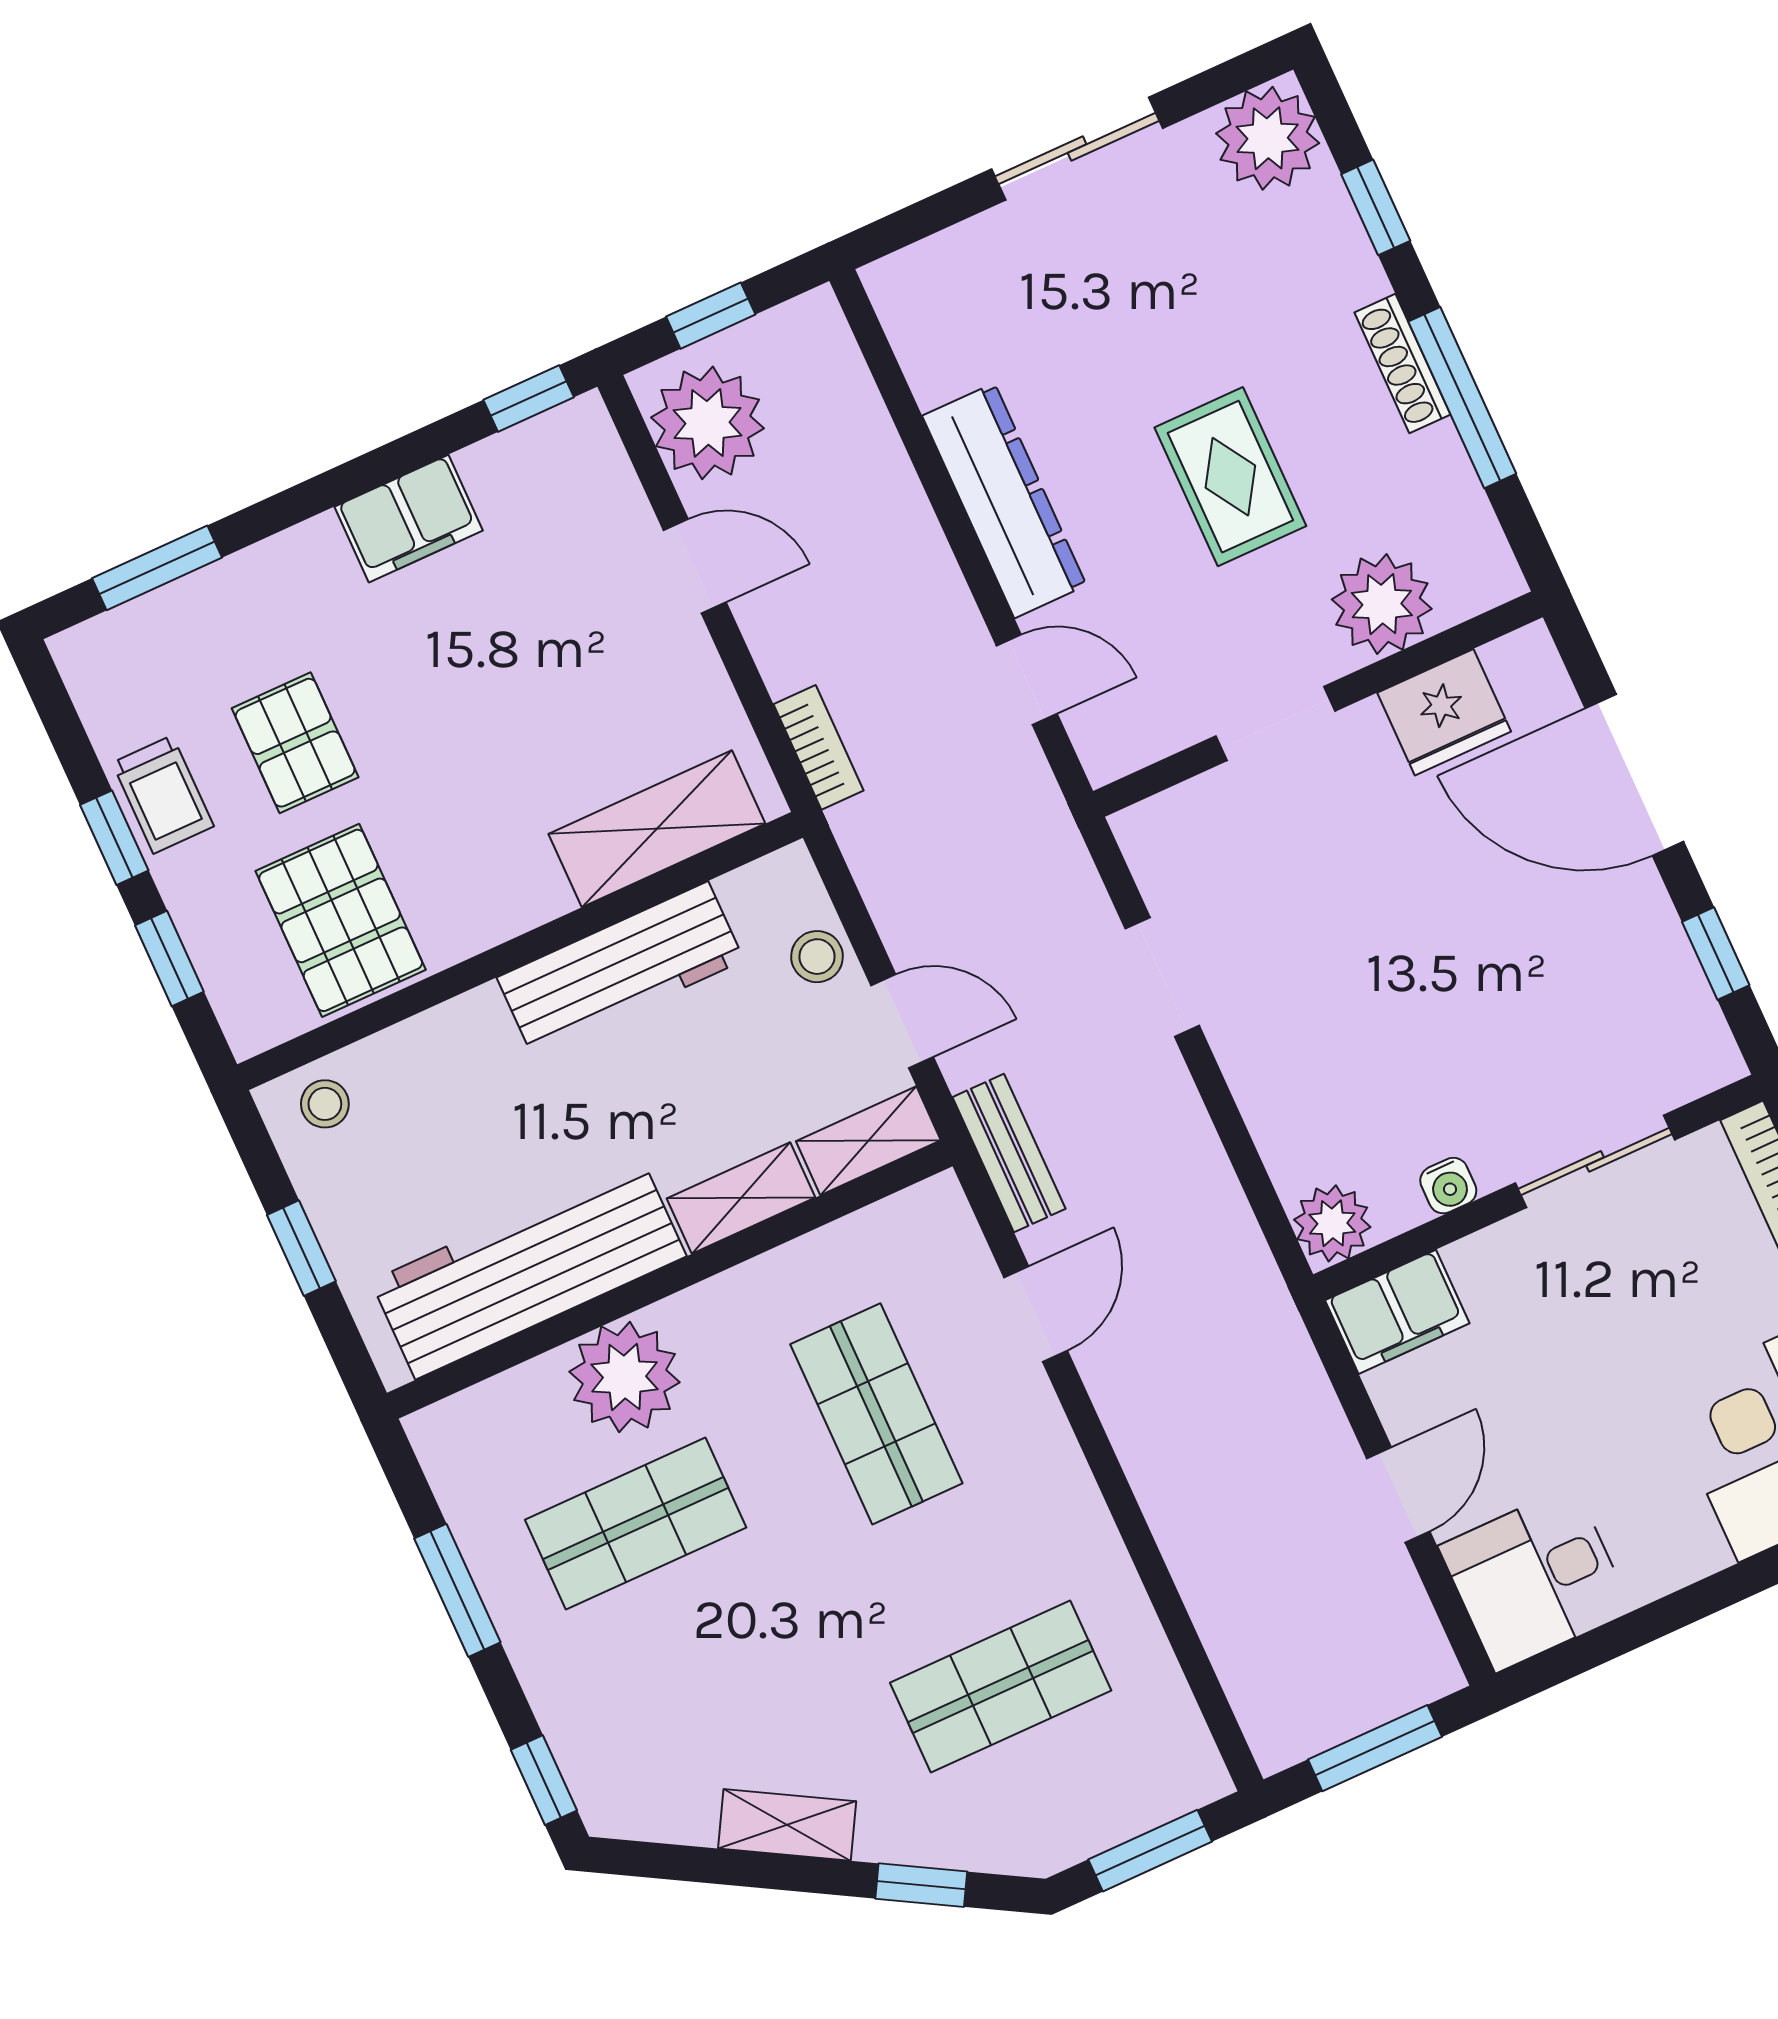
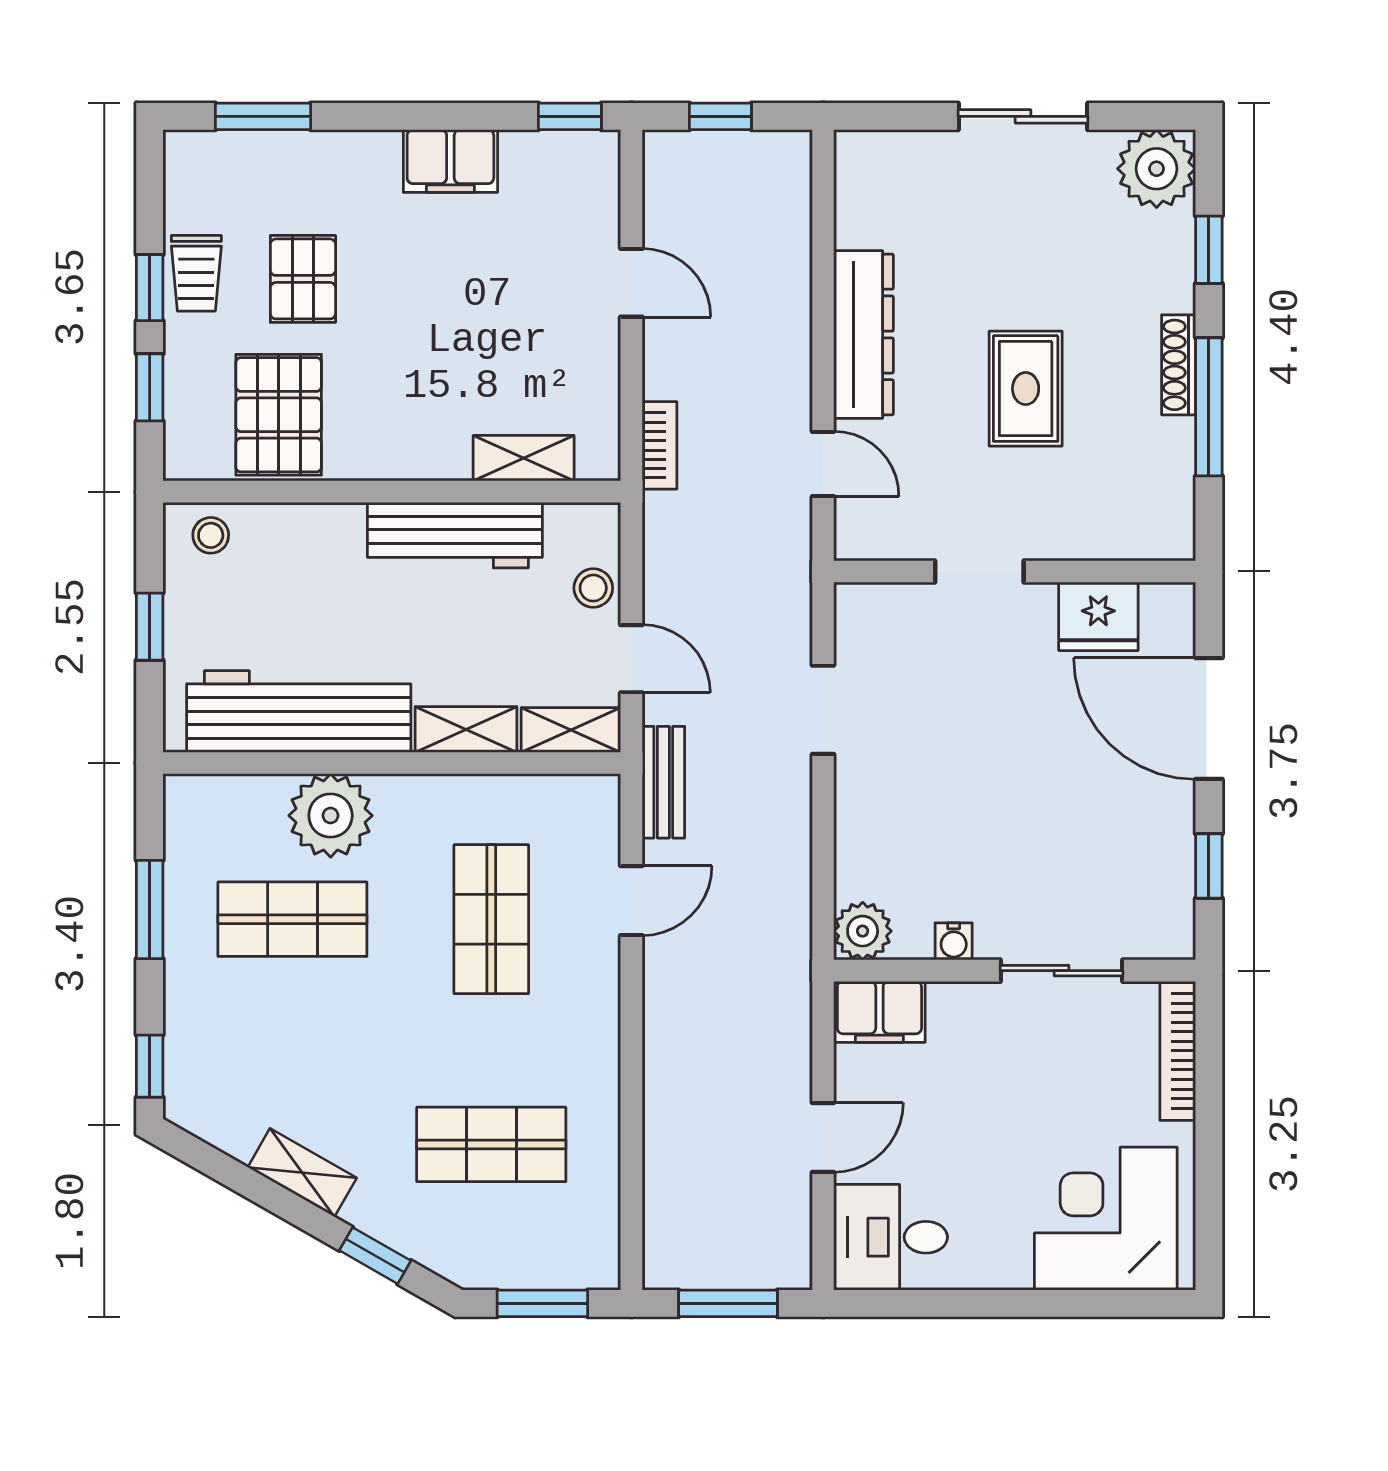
plant: (708, 423) -> (685, 189), removed
plant: (1382, 604) -> (1089, 523), removed
shelving: (657, 829) -> (524, 458), width x0.67, depth x0.75

